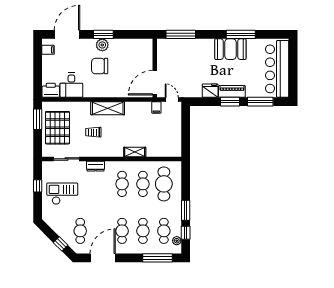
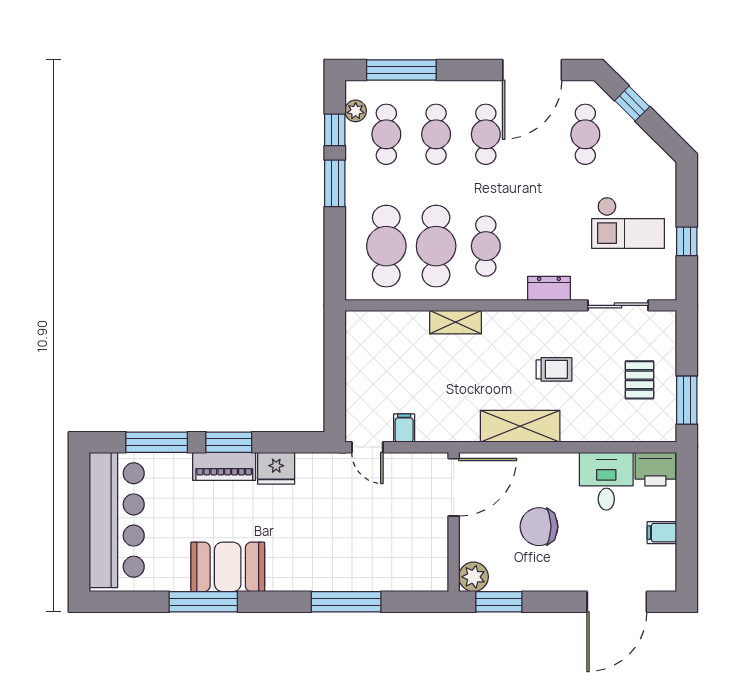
window: (103, 34) -> (499, 602), moved
plant: (102, 45) -> (474, 577), moved
filing cabinet: (48, 50) -> (662, 533), moved
chair: (100, 66) -> (539, 527), turned 180
wall: (155, 68) -> (454, 522), moved
door: (155, 83) -> (454, 487), moved
pallet: (57, 128) -> (639, 380), width x0.49, depth x0.50
cafe table: (143, 184) -> (436, 246), width x1.37, depth x1.35

